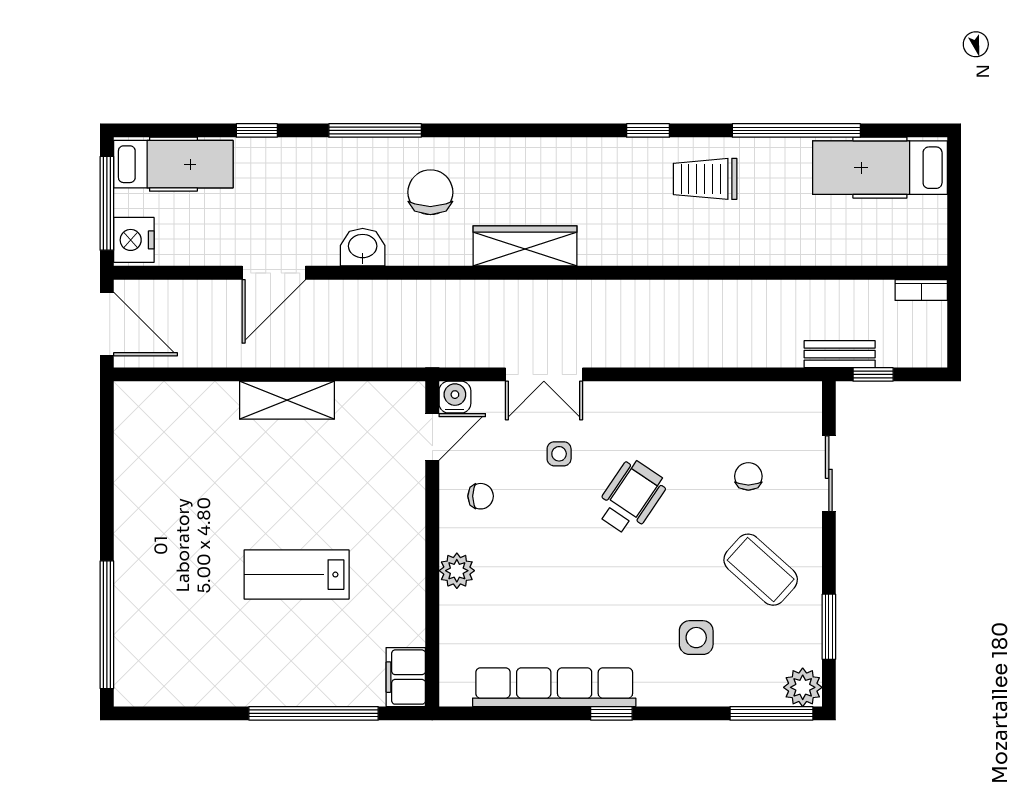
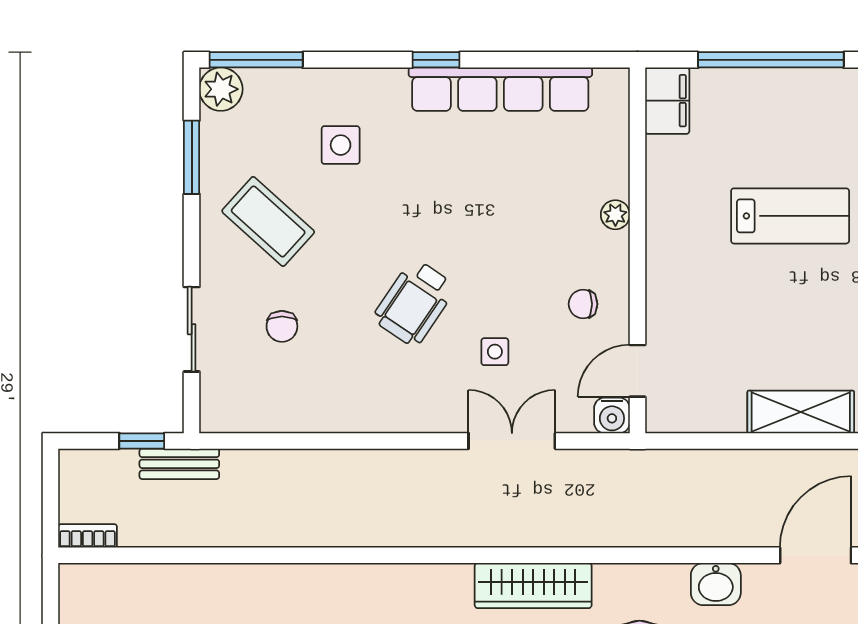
plant: (457, 571) -> (615, 215), width x0.73, depth x0.73

